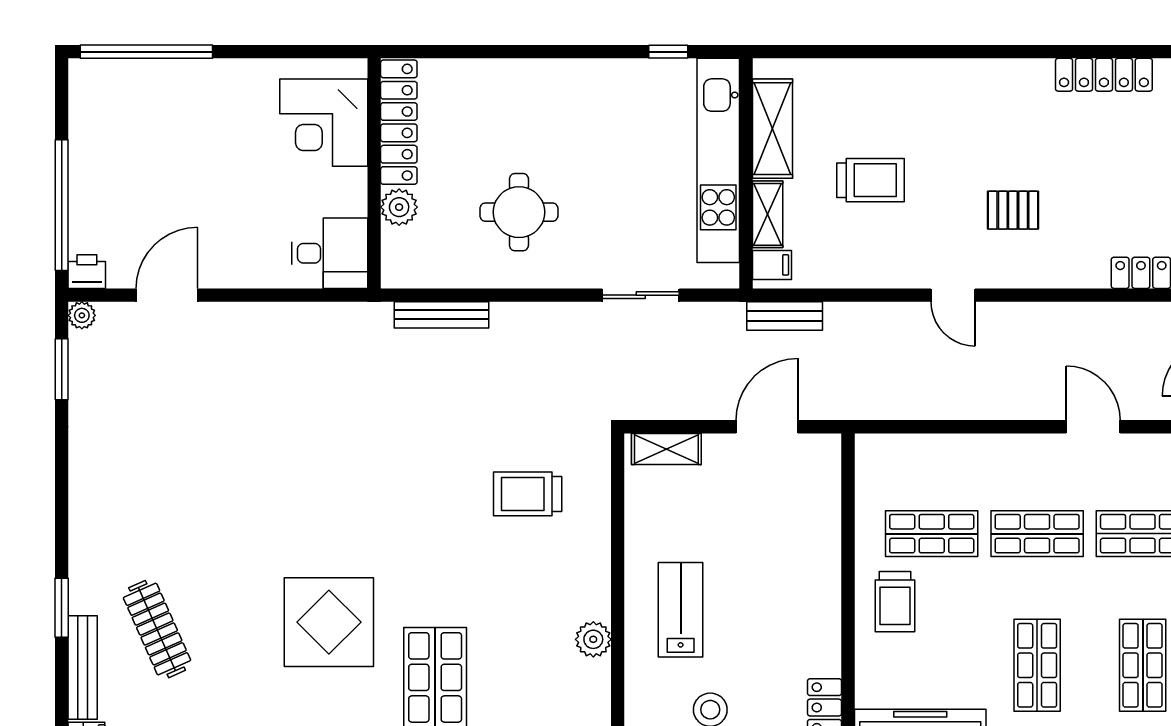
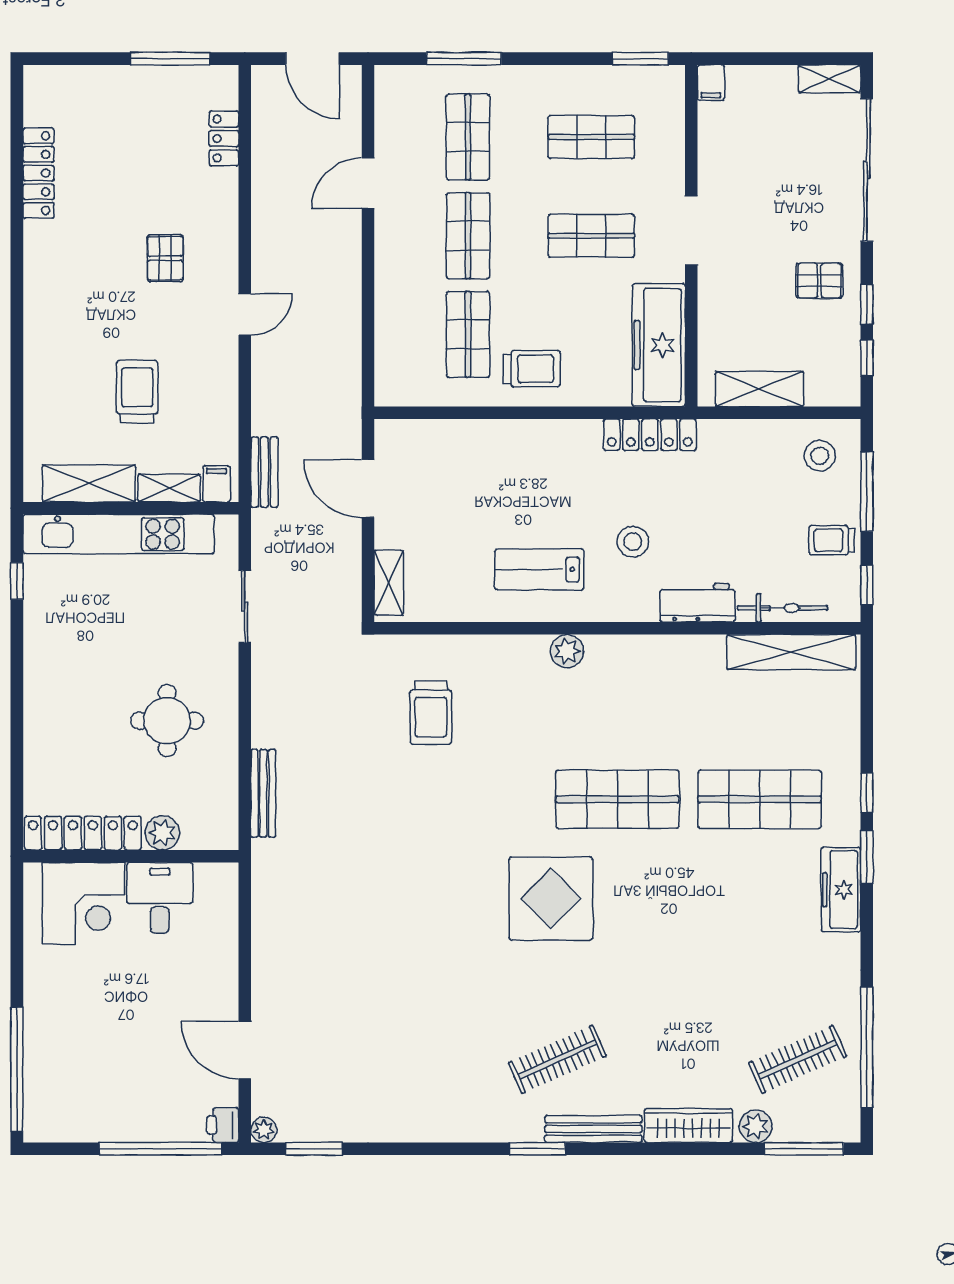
desk: (330, 253) -> (160, 898), moved

